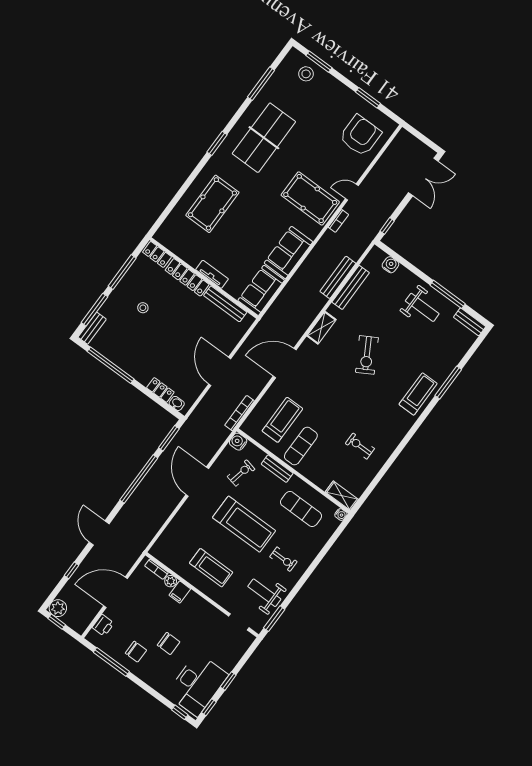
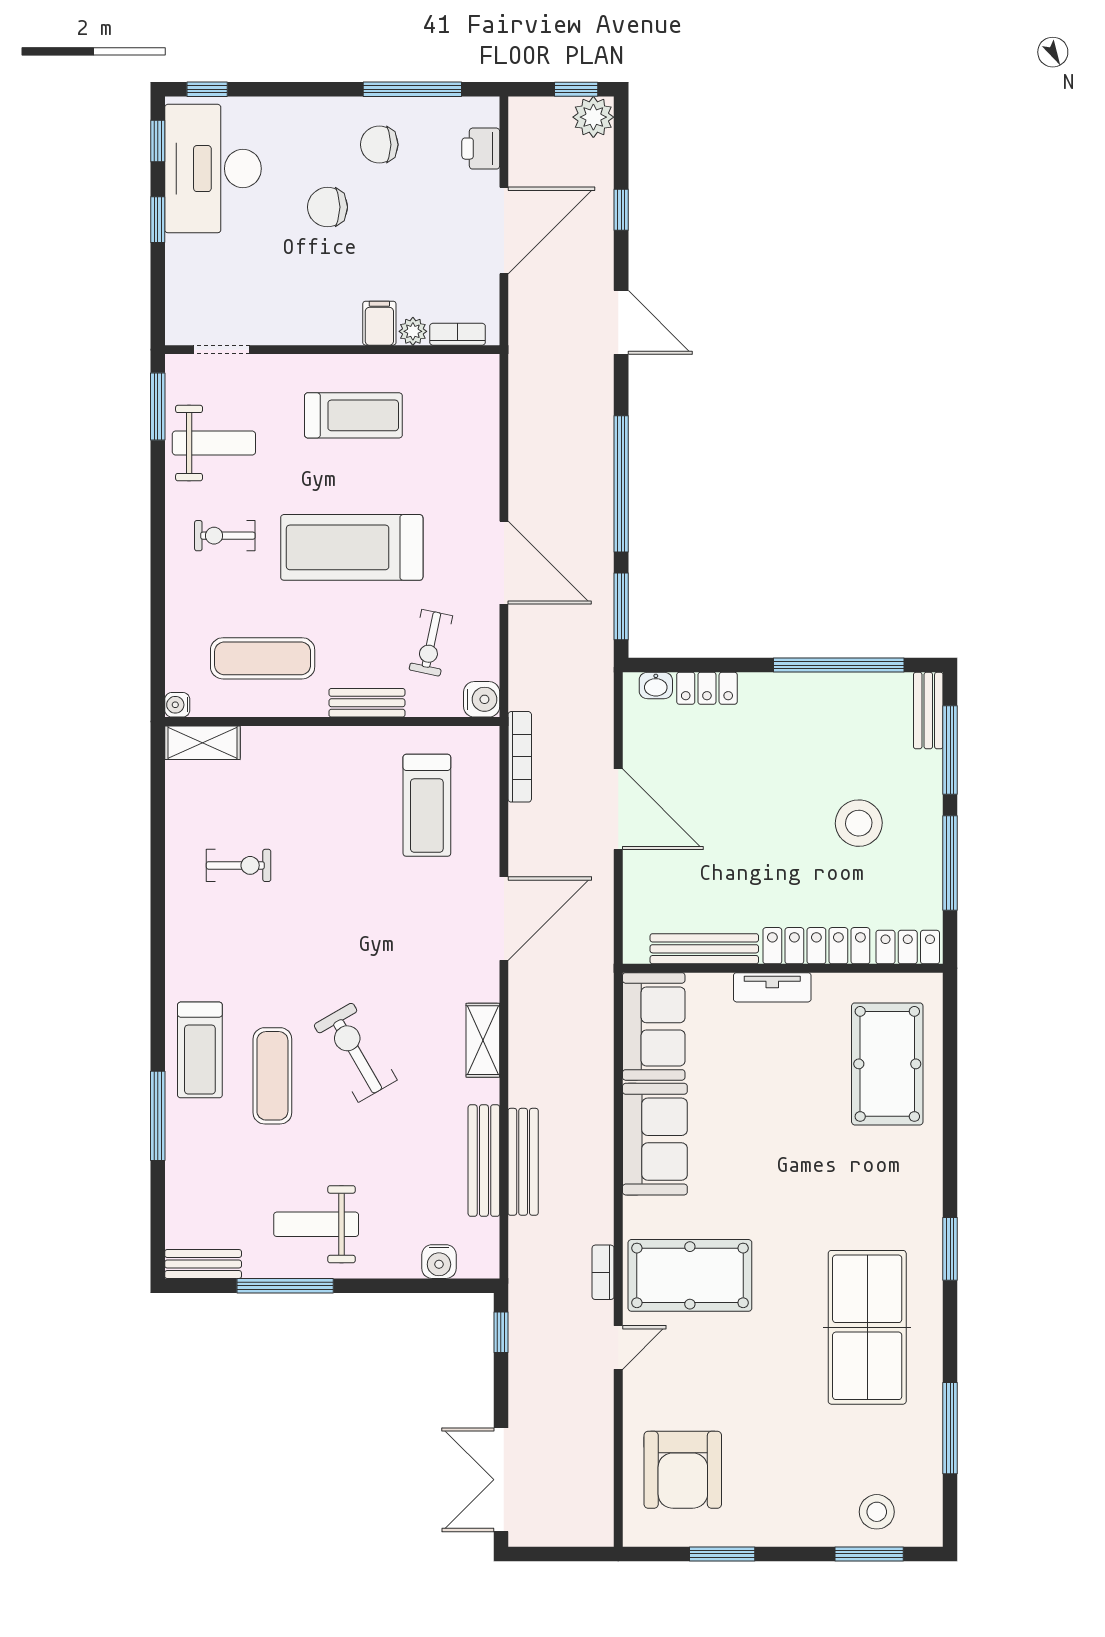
pool table: (212, 204) -> (887, 1064), moved
stool: (143, 308) -> (859, 823), width x1.89, depth x1.89
exercise mat: (301, 446) -> (272, 1076), moved
treadmill: (211, 568) -> (353, 415), turned 180

